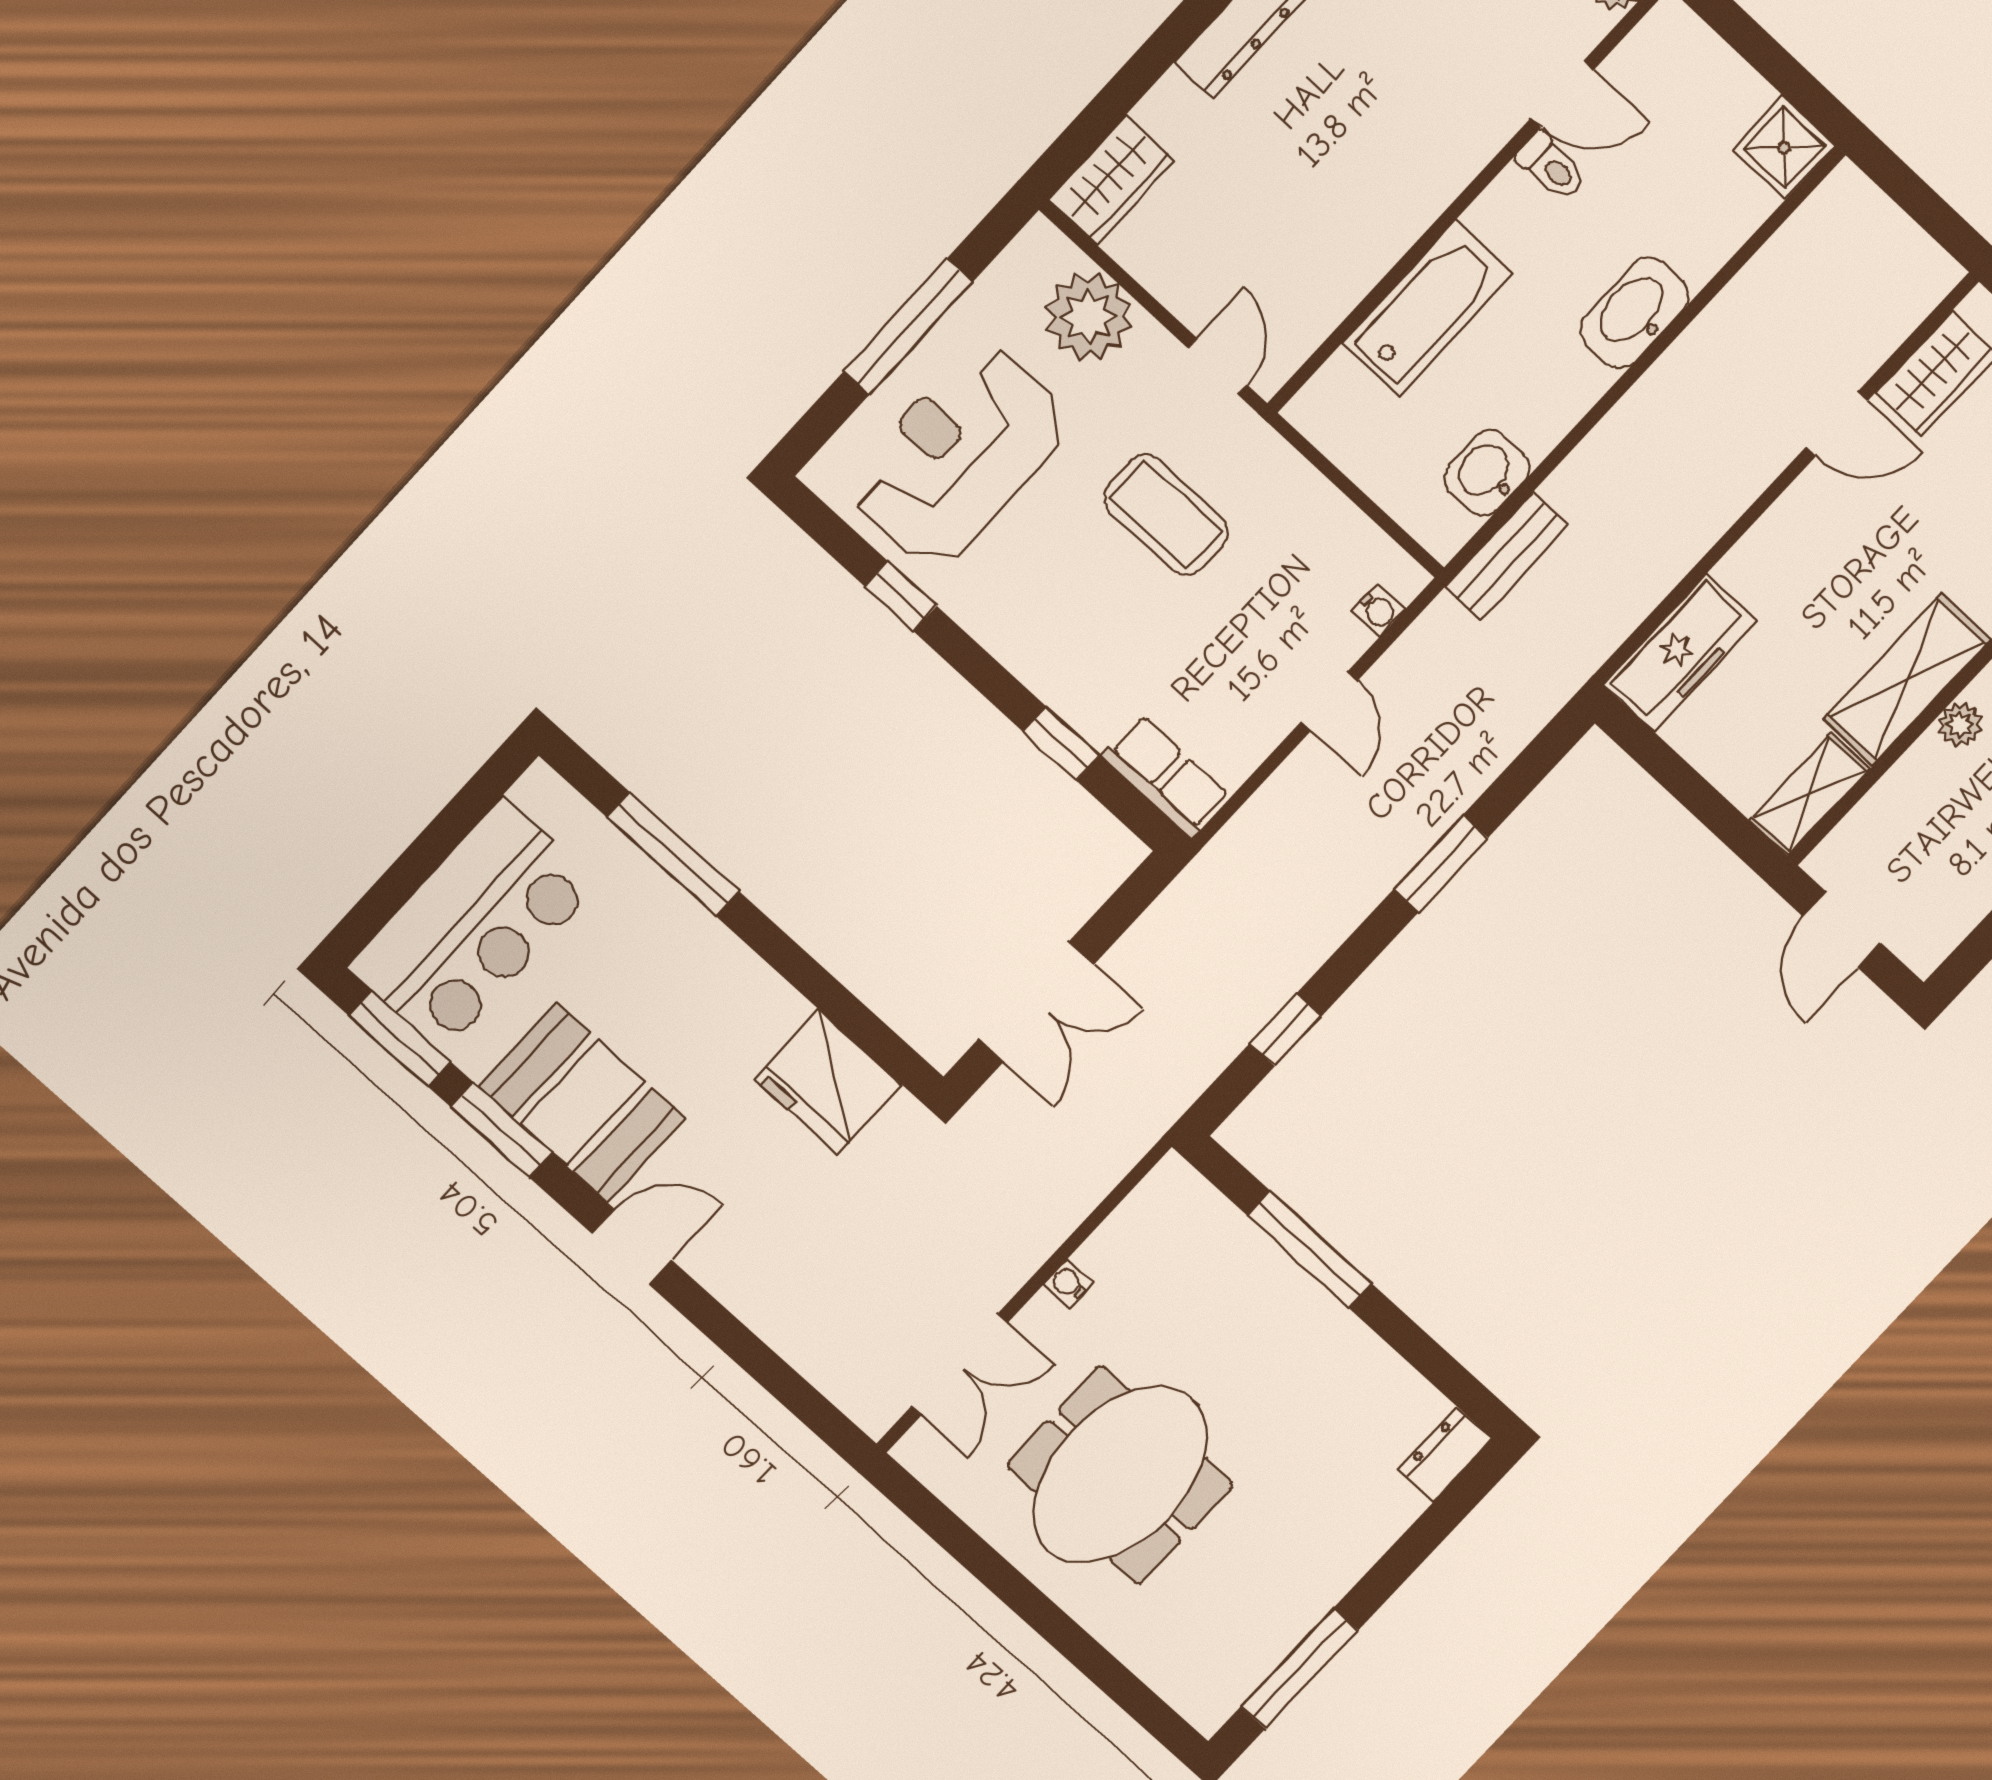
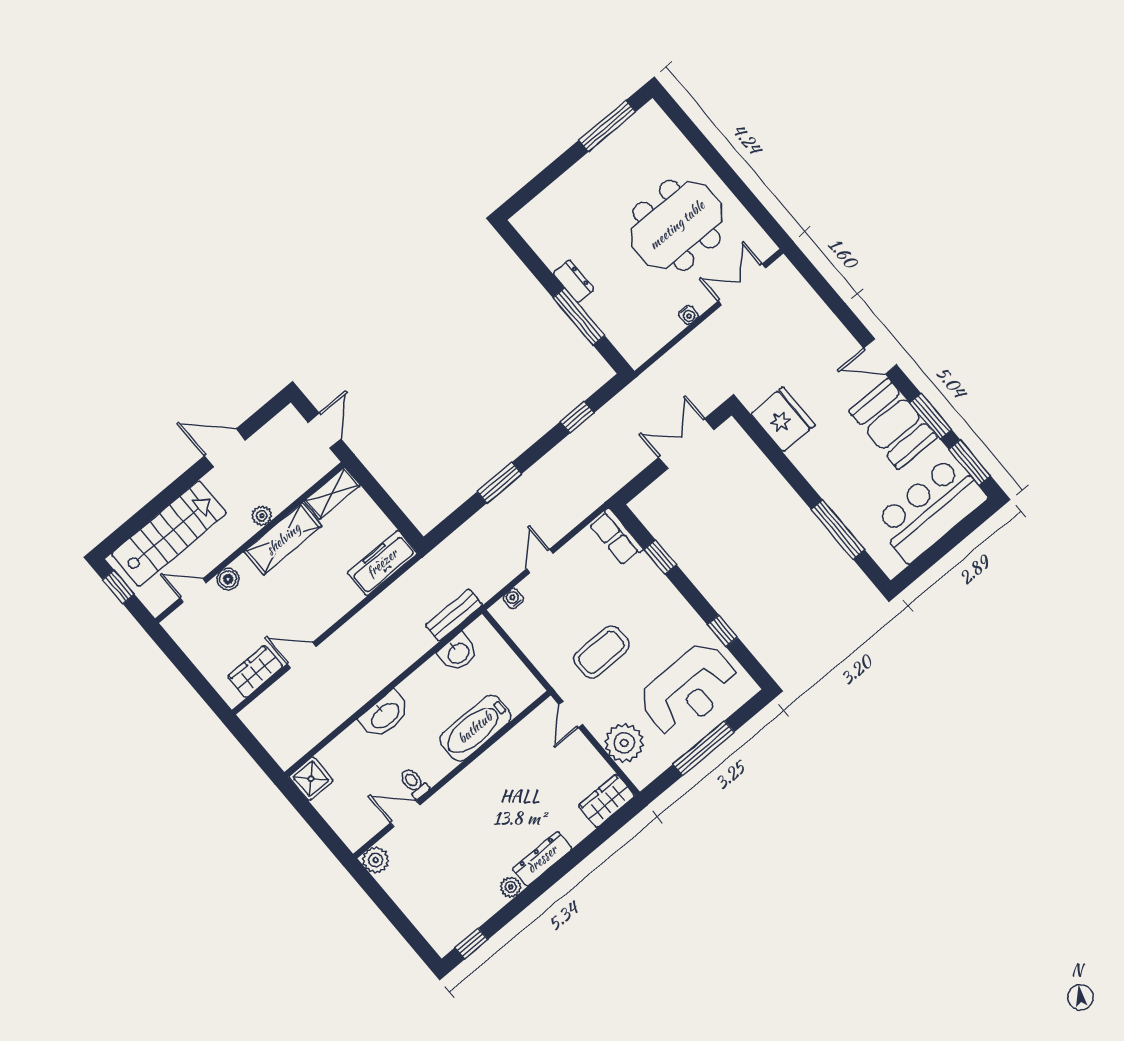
coffee table: (1166, 515) -> (601, 652), turned 90
dresser: (1445, 1454) -> (573, 281), moved, turned -90

